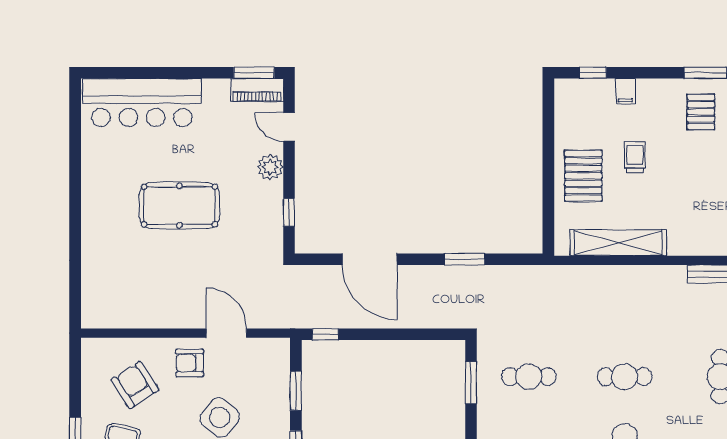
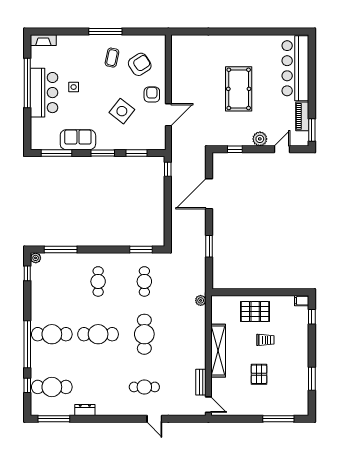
piano: (257, 90) -> (302, 116), moved
filing cabinet: (625, 91) -> (302, 301), moved
pallet: (701, 112) -> (259, 374), moved, turned 90
shelving: (618, 243) -> (218, 351), moved
plant: (563, 274) -> (201, 300), added
cafe table: (625, 377) -> (144, 334), width x1.37, depth x1.35

